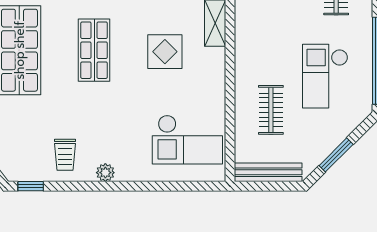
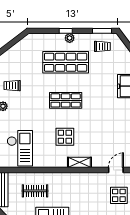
checkout: (187, 140) -> (20, 148), turned 180

